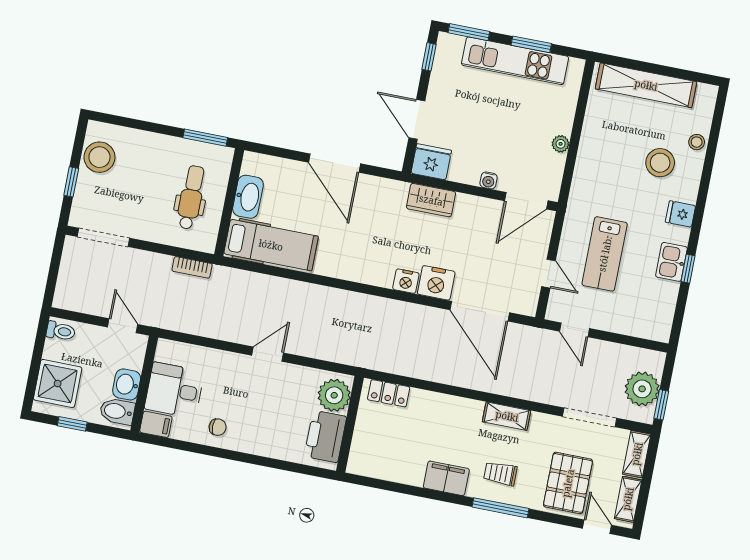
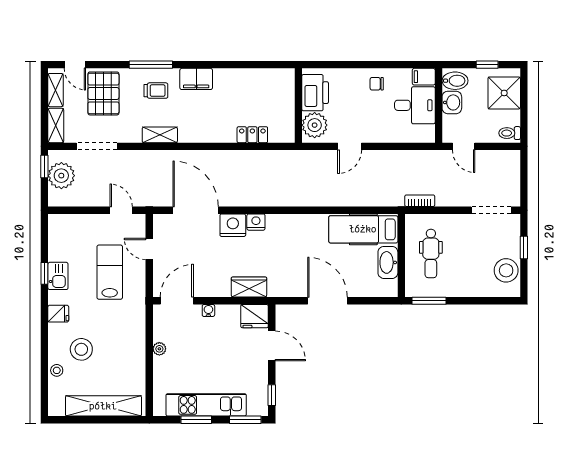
plant: (334, 395) -> (315, 125), moved
wall: (350, 424) -> (298, 105), moved
printer: (325, 436) -> (315, 93), moved

